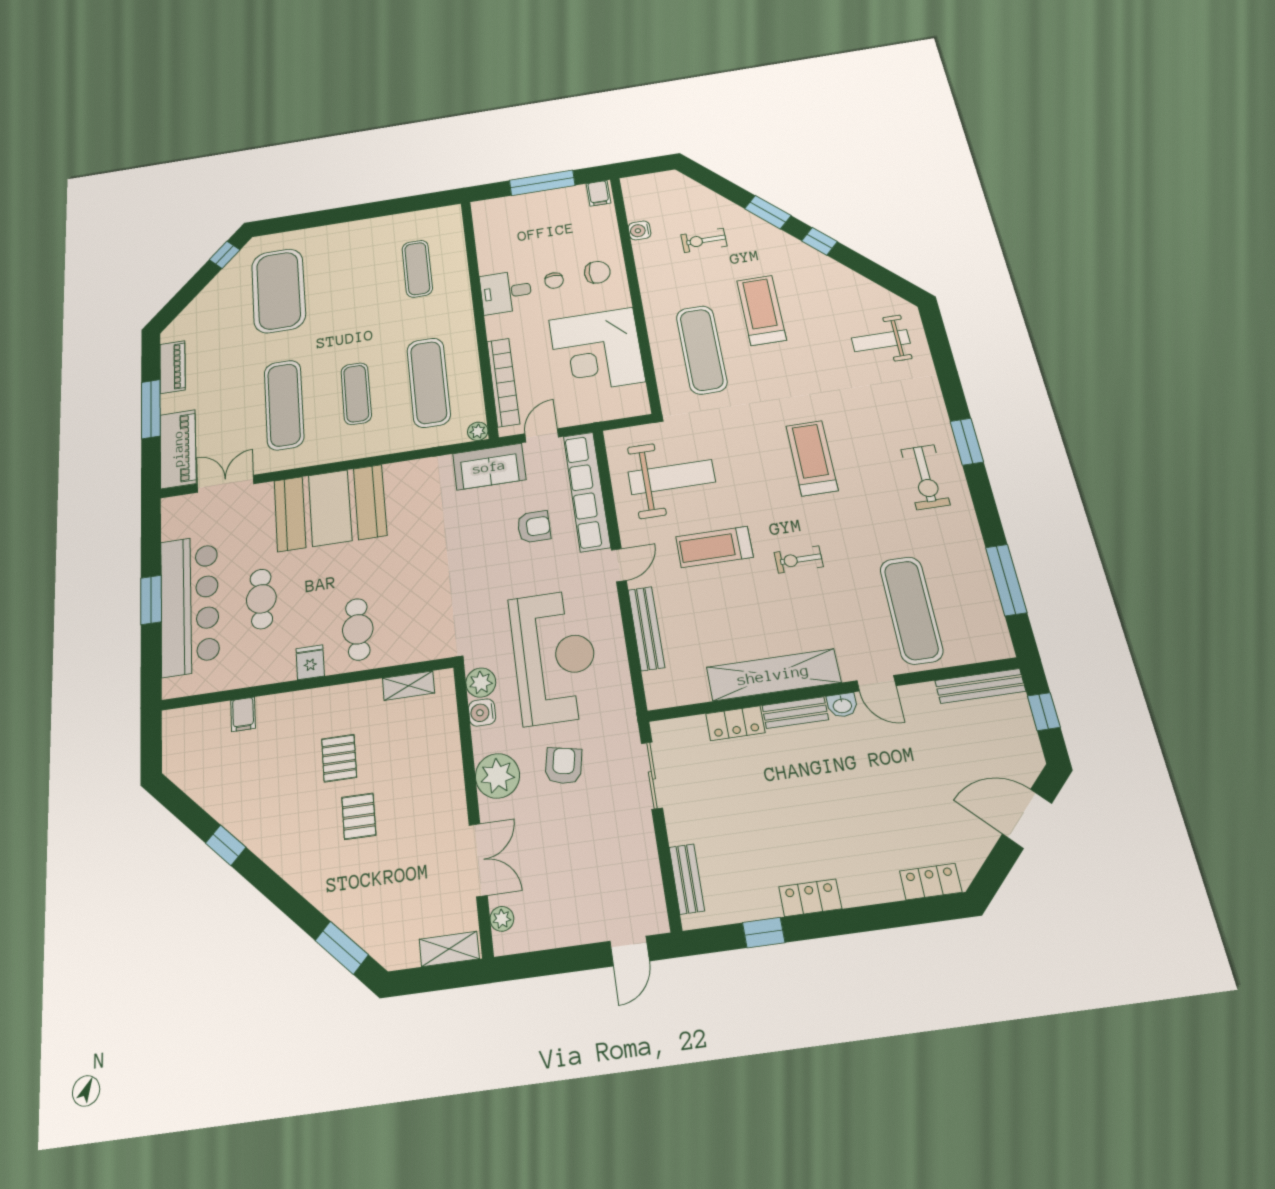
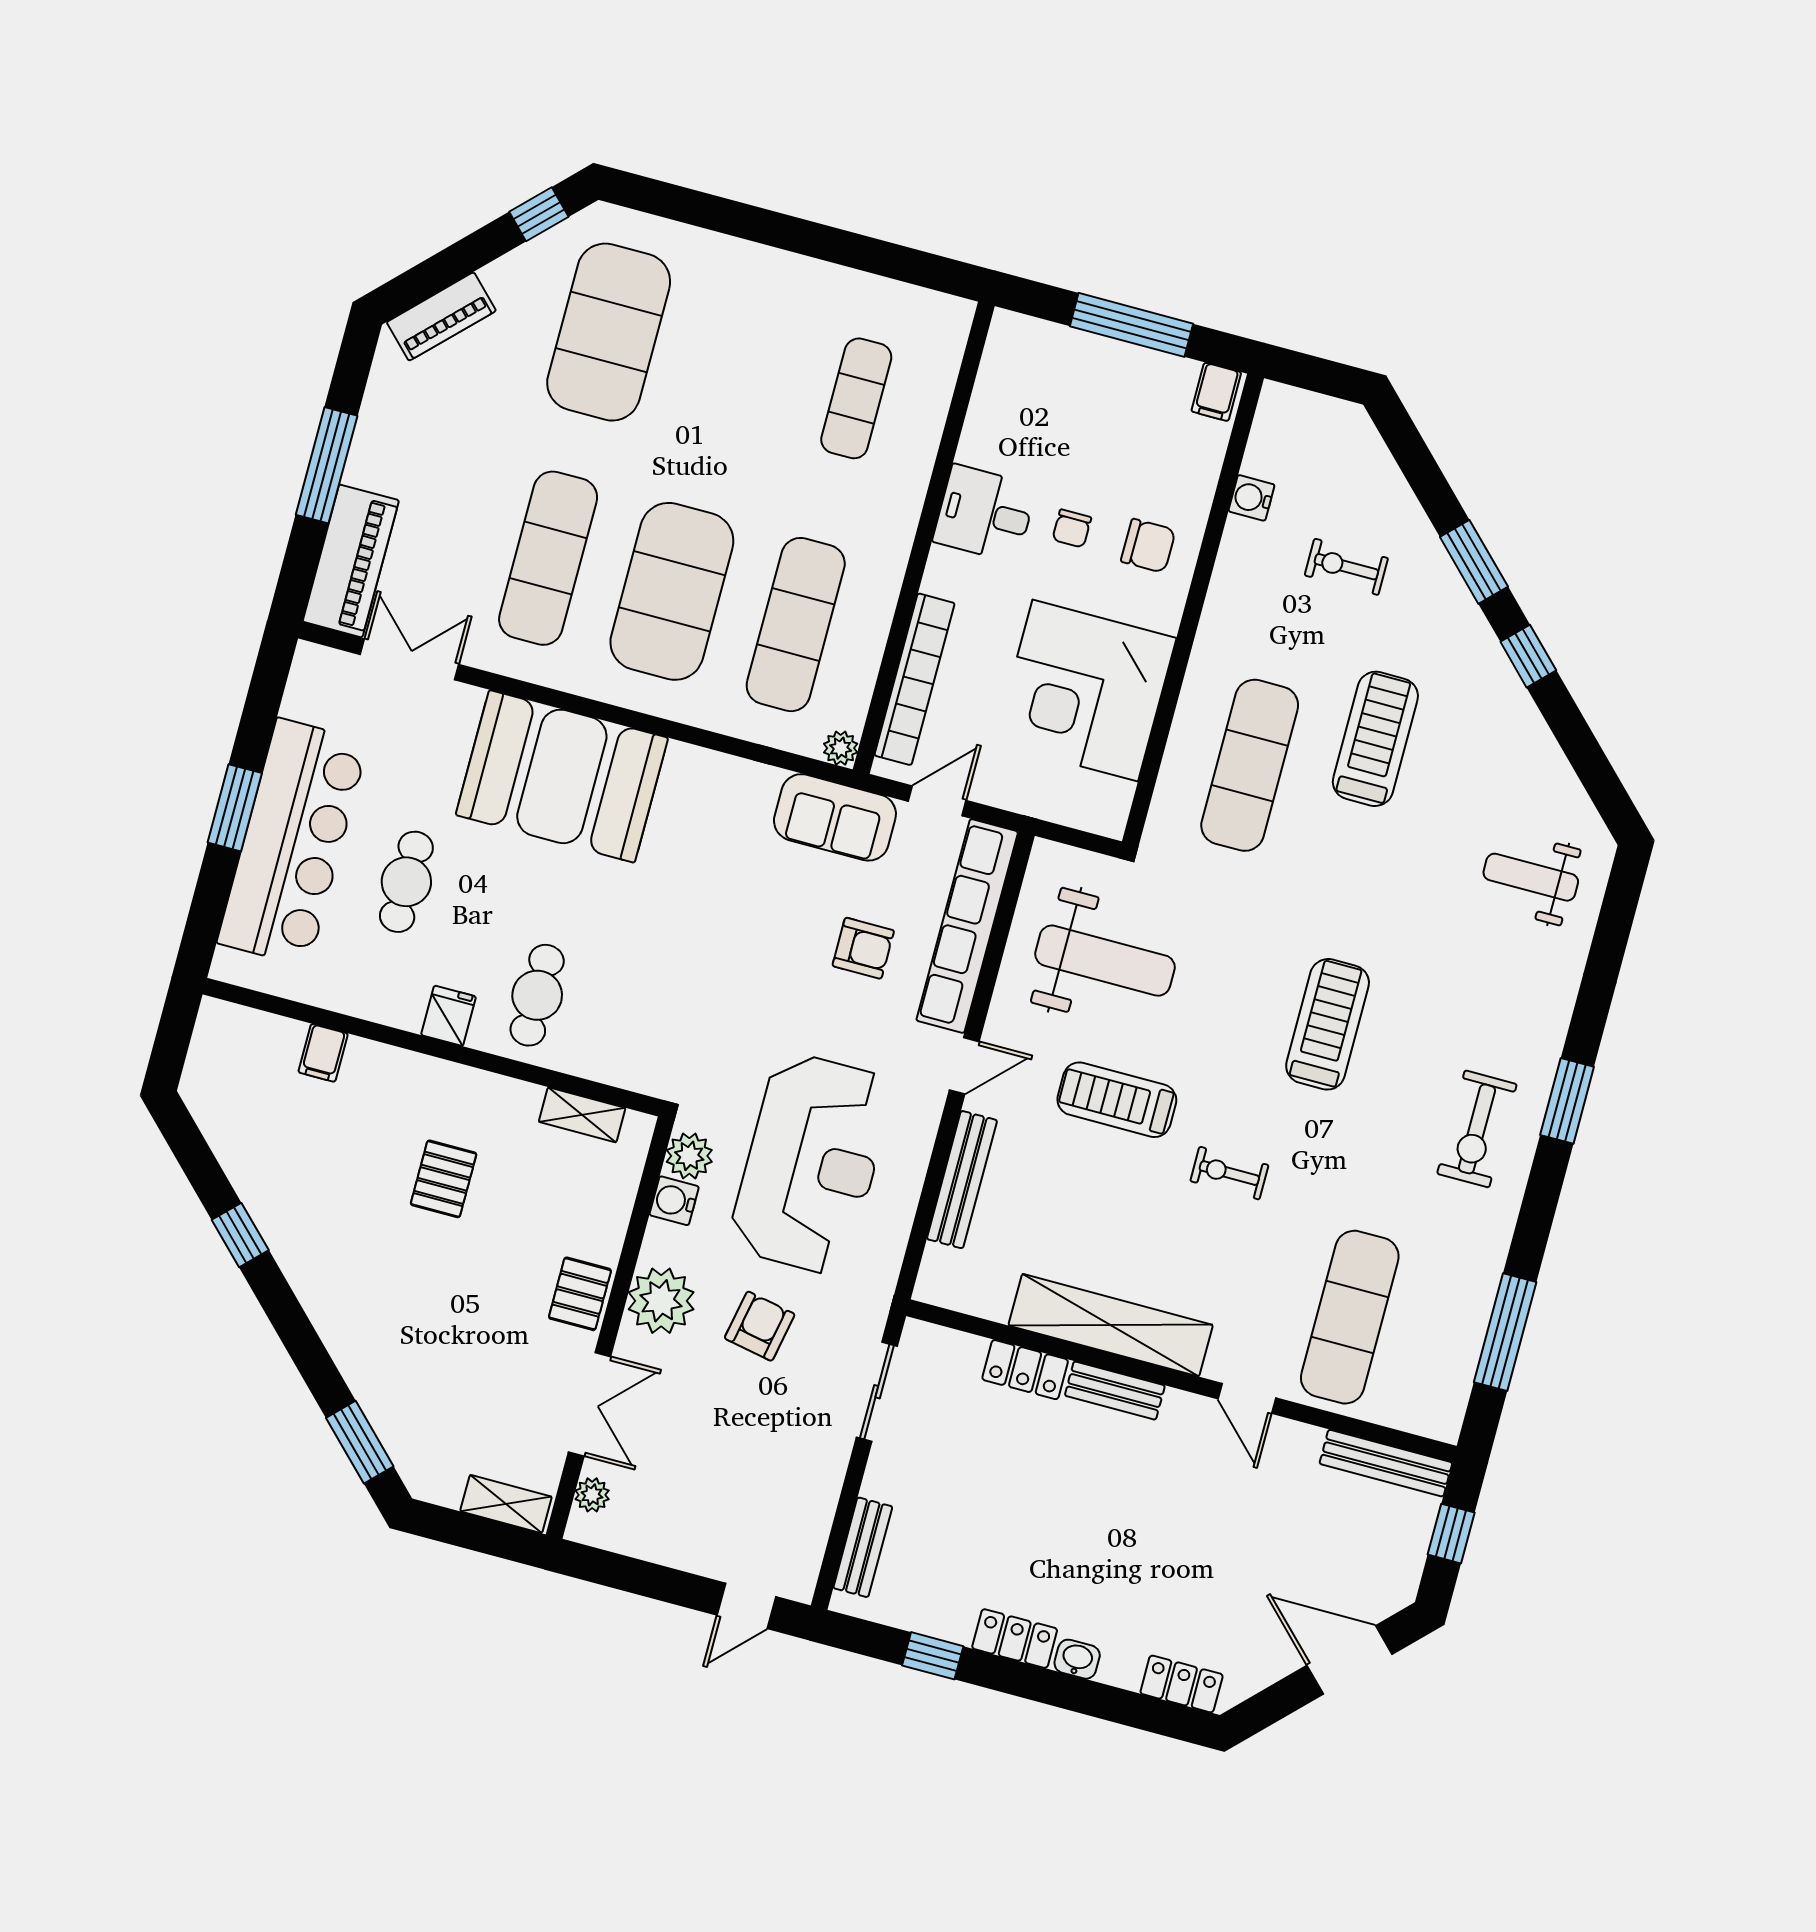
piano: (173, 367) -> (441, 316), moved, turned 45
exercise mat: (356, 394) -> (672, 591), width x2.00, depth x1.45
washbasin: (842, 705) -> (1077, 1659), moved, turned 180
pallet: (359, 816) -> (580, 1294), moved

